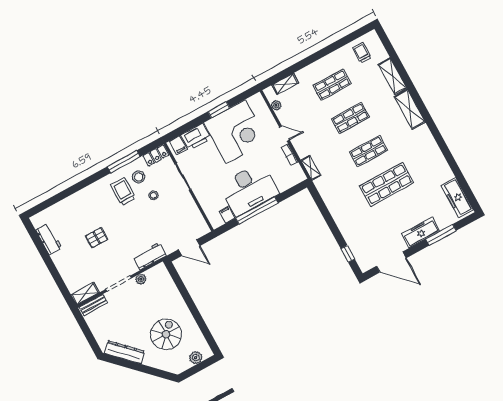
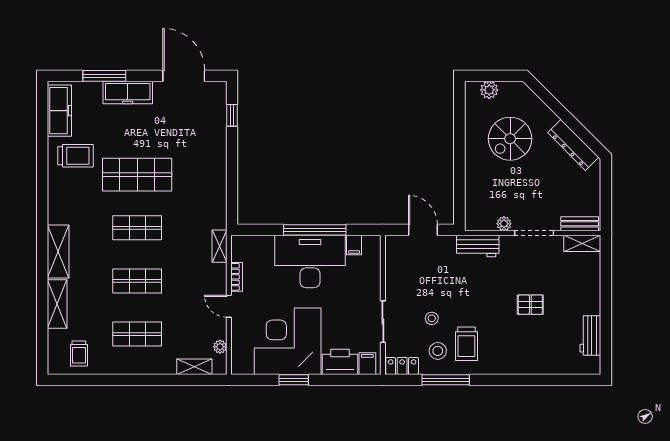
trolley: (432, 175) -> (75, 156), added

